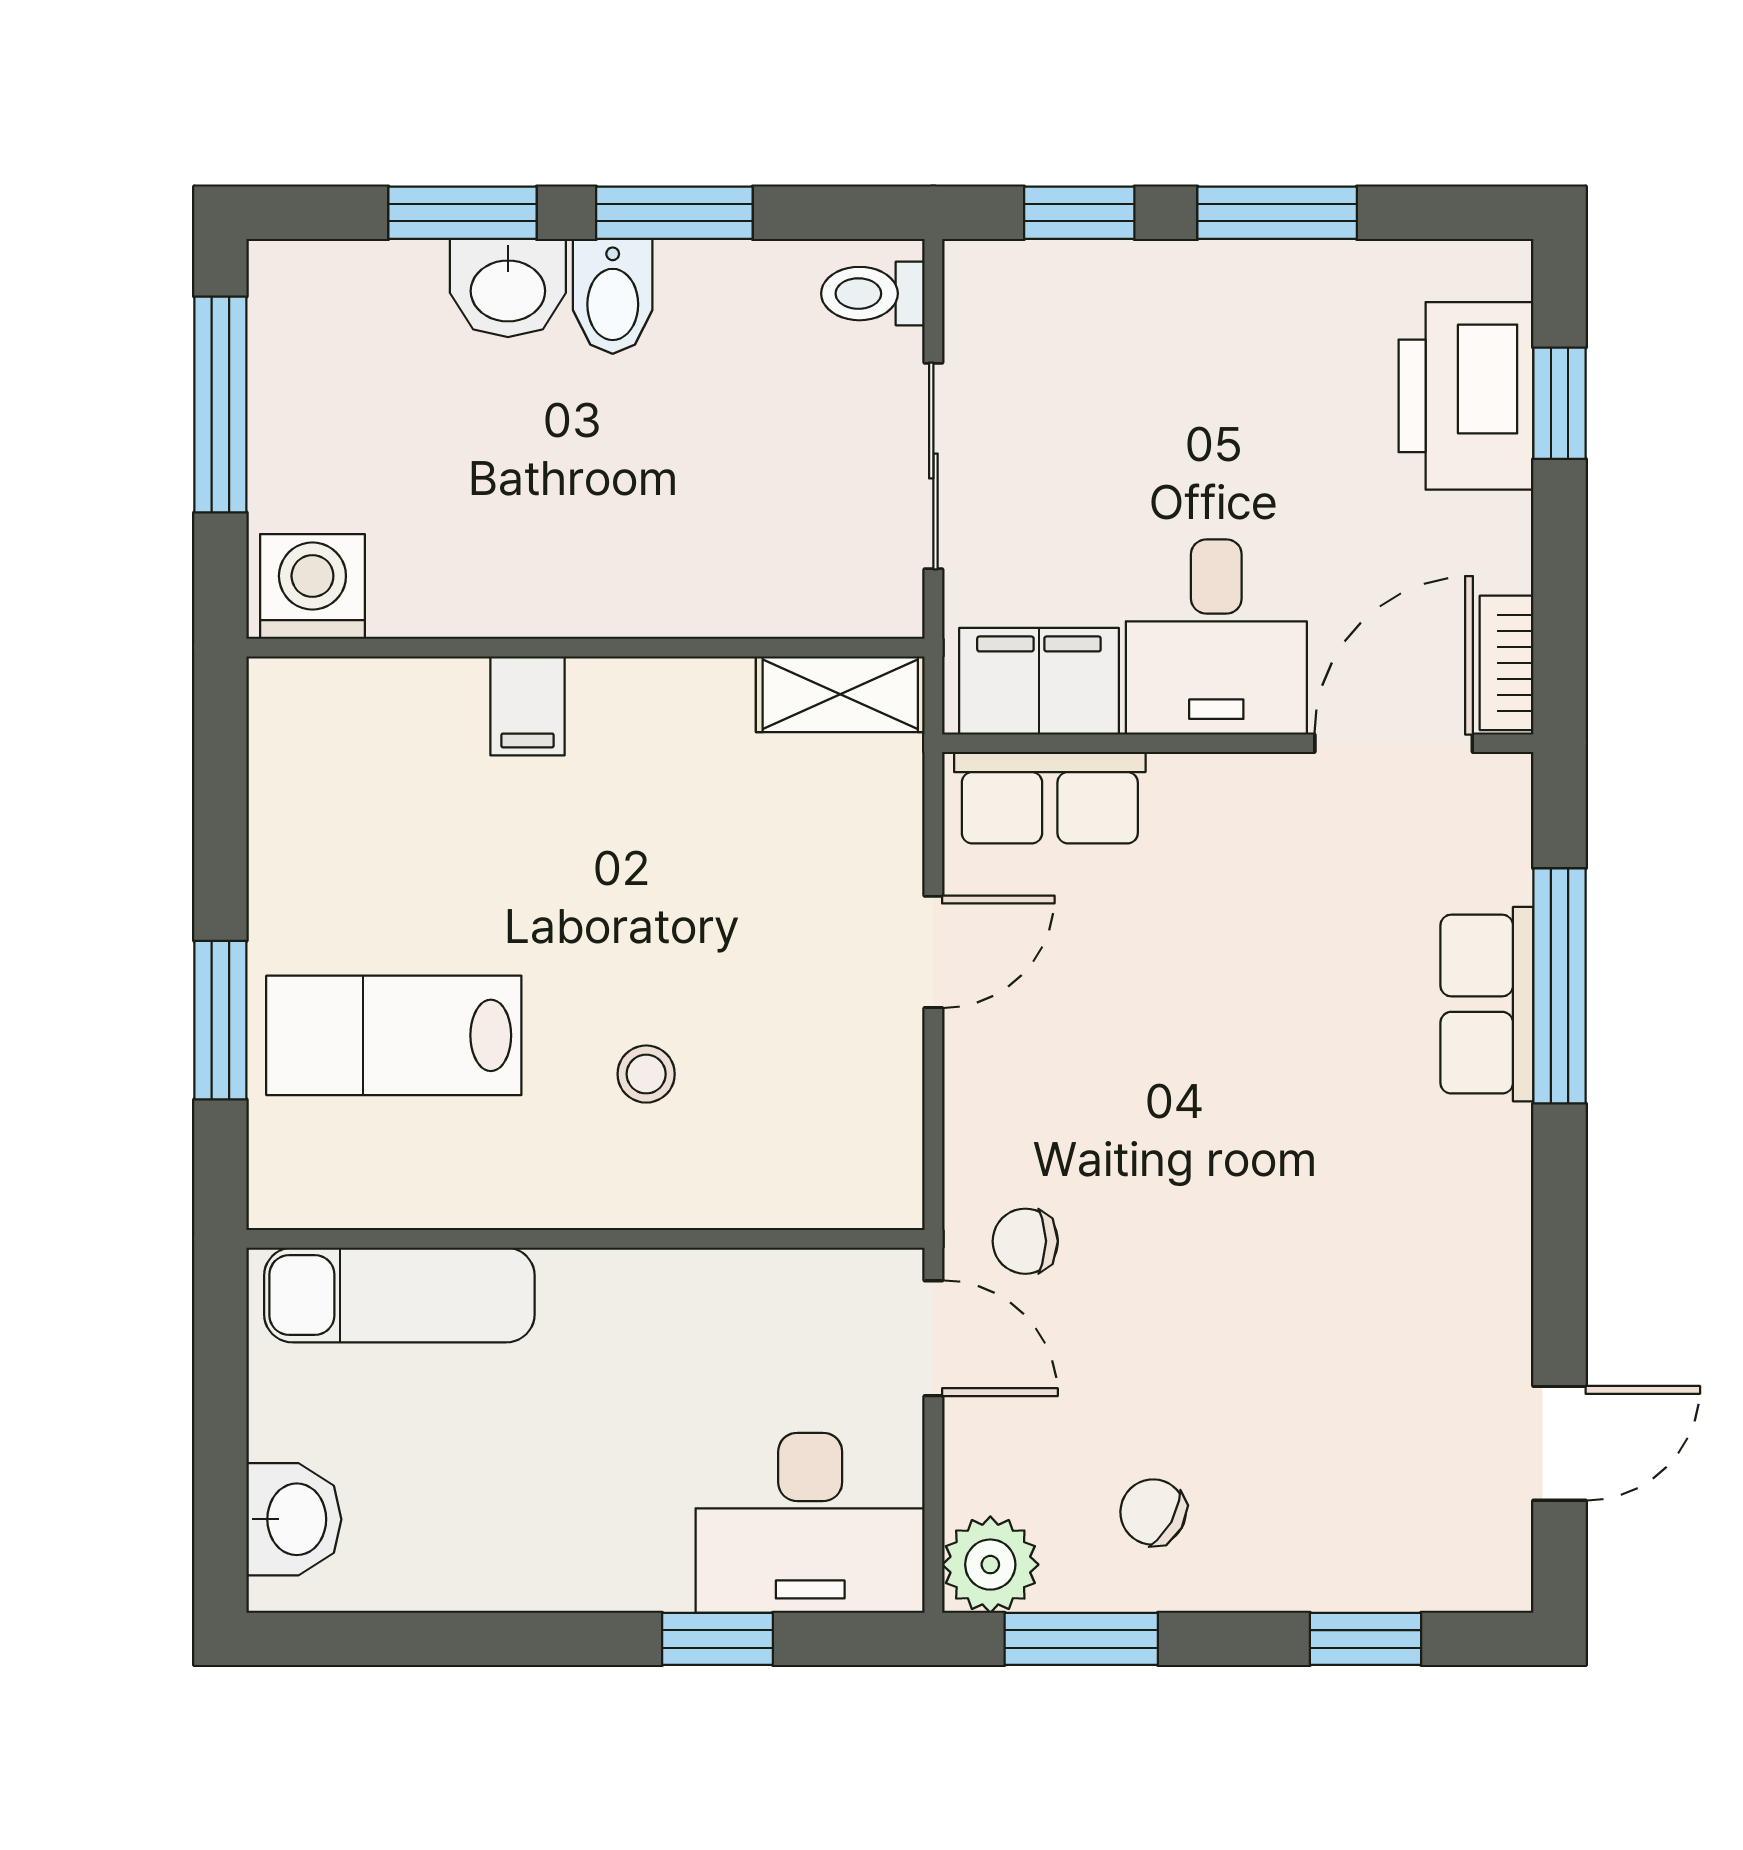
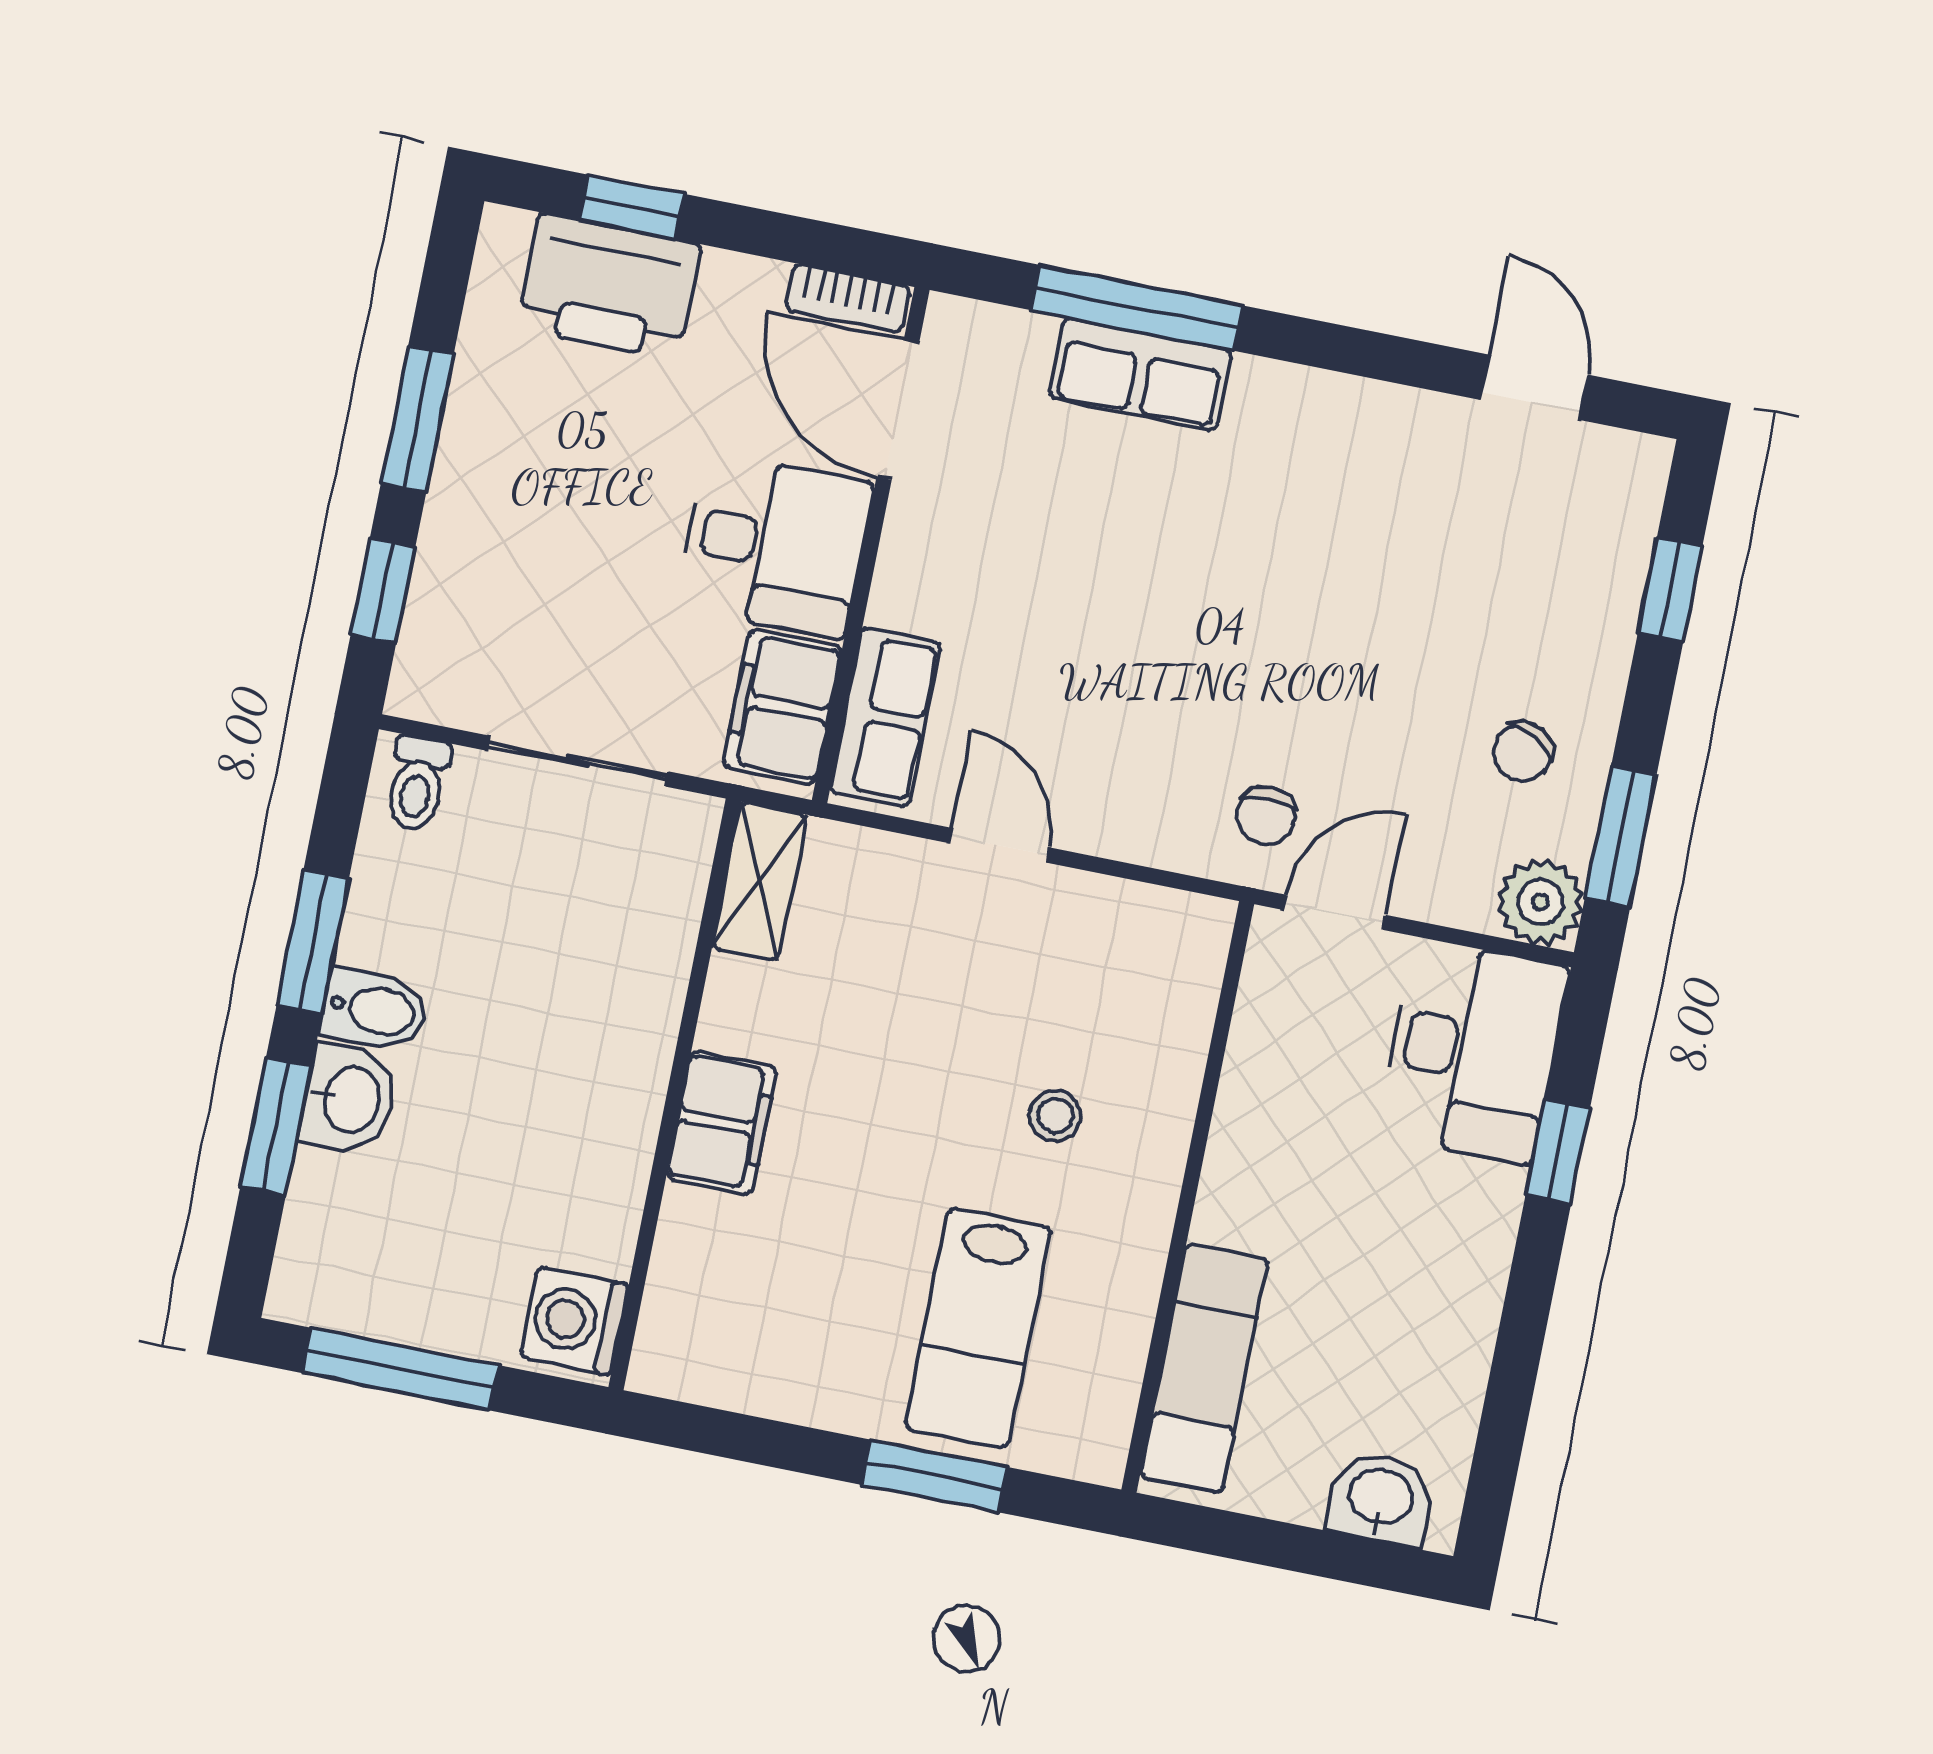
filing cabinet: (528, 706) -> (722, 1123), width x2.00

